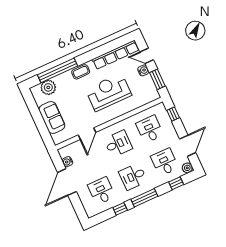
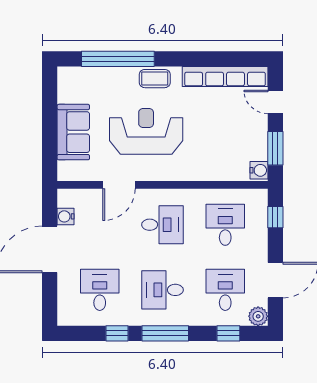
water cooler: (143, 70) -> (259, 170), moved
plant: (48, 87) -> (90, 80), removed
reception desk: (108, 92) -> (146, 131), moved

